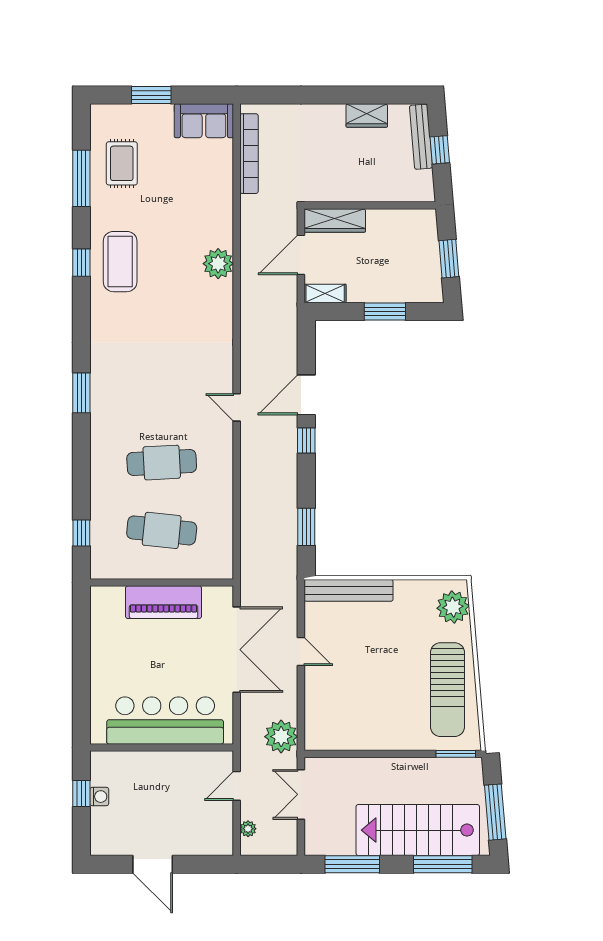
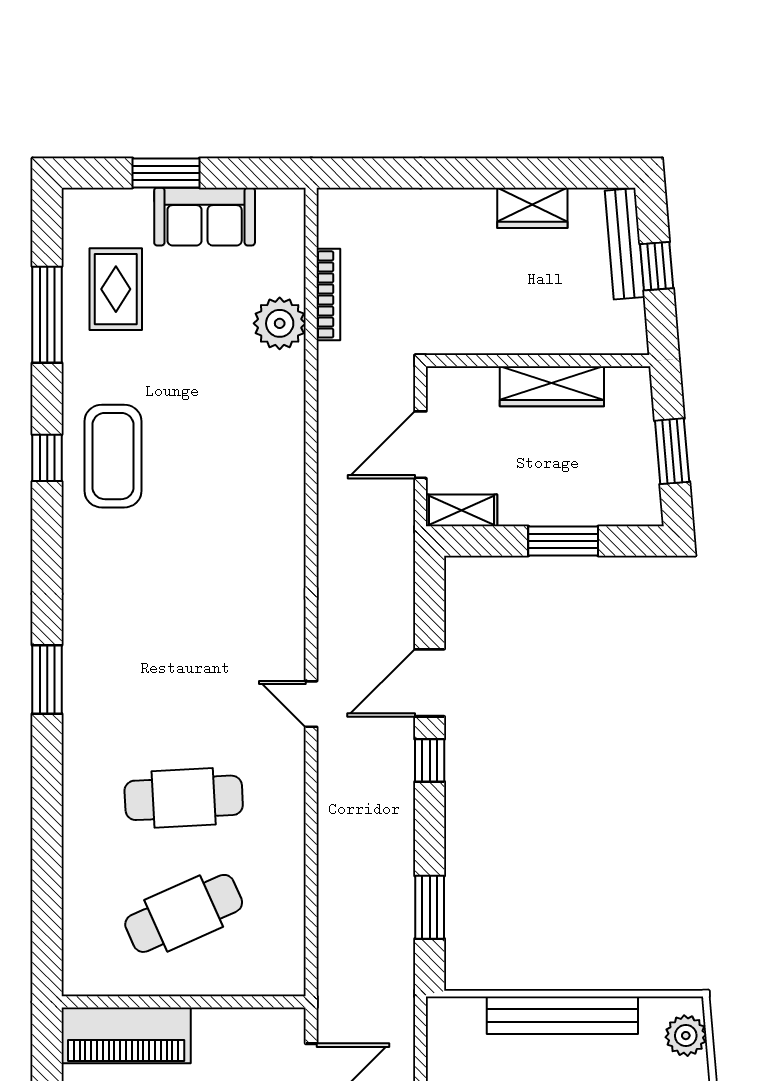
sofa: (204, 121) -> (205, 217), moved
bookcase: (249, 154) -> (328, 294), width x0.68, depth x0.76
wardrobe: (335, 220) -> (552, 386), moved
plant: (218, 264) -> (280, 323), moved
cafe table: (162, 530) -> (184, 913), turned -30
window: (81, 533) -> (47, 918), removed
bench: (349, 590) -> (562, 1015), moved
piano: (164, 602) -> (126, 1035), moved
plant: (453, 607) -> (686, 1036), width x0.73, depth x0.73

